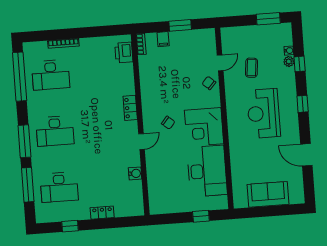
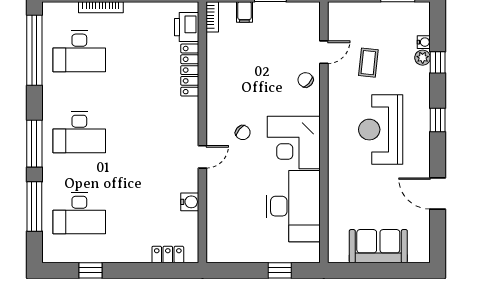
locker: (130, 108) -> (190, 70), moved, width x1.53
locker: (102, 213) -> (168, 255), moved

